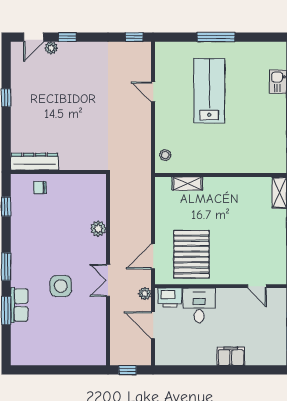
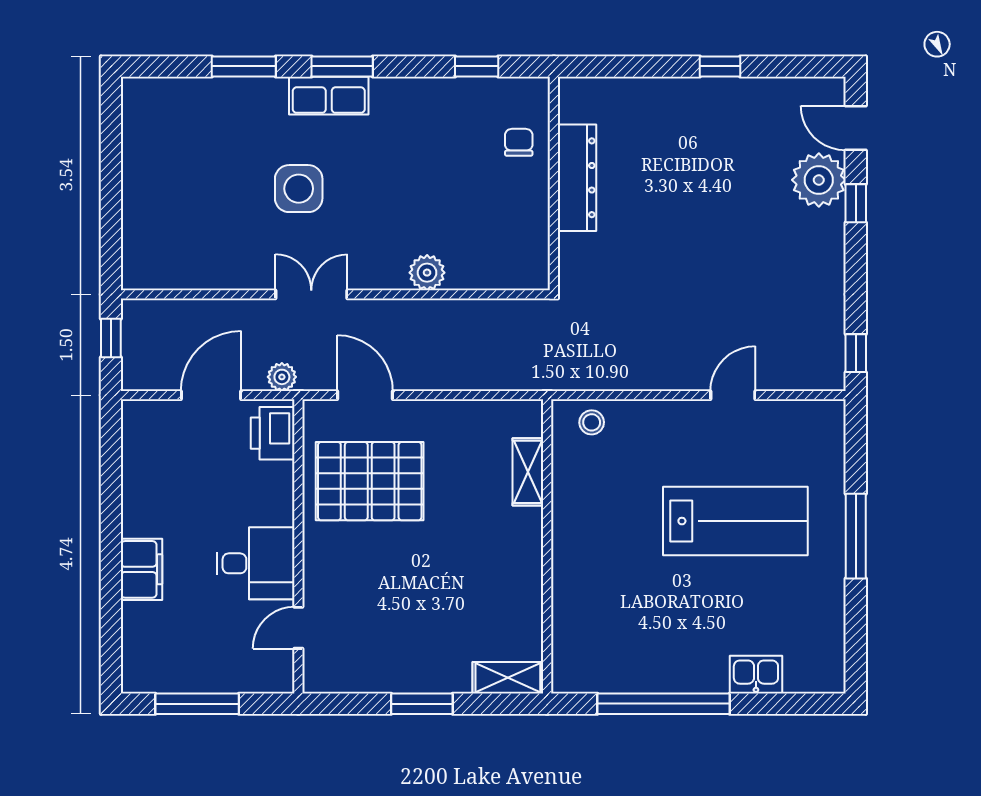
plant: (51, 48) -> (819, 180), width x1.88, depth x1.88
dresser: (35, 162) -> (577, 178), moved
row of seats: (19, 305) -> (329, 96), moved
desk: (199, 305) -> (255, 563), moved

